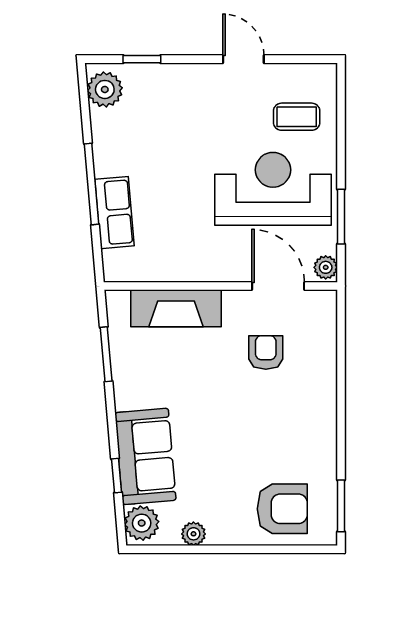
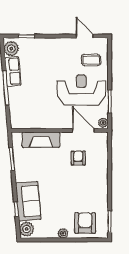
door: (243, 59) -> (85, 36), moved
row of seats: (114, 213) -> (13, 71), moved
armchair: (282, 509) -> (85, 223), turned -90
plant: (193, 534) -> (63, 233), moved

